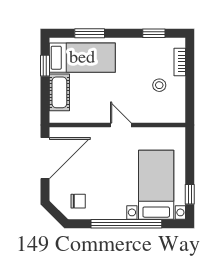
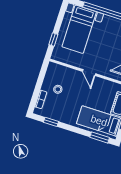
window: (90, 33) -> (100, 137), moved
window: (190, 194) -> (53, 39), moved

